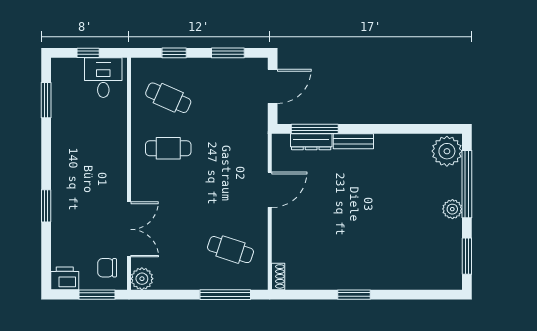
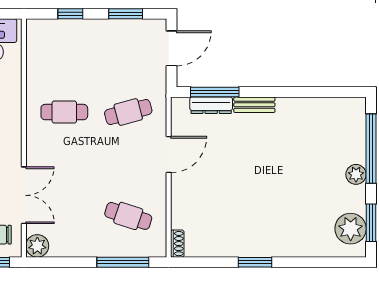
cafe table: (168, 98) -> (128, 112), moved, turned -39
plant: (447, 151) -> (351, 229), moved

